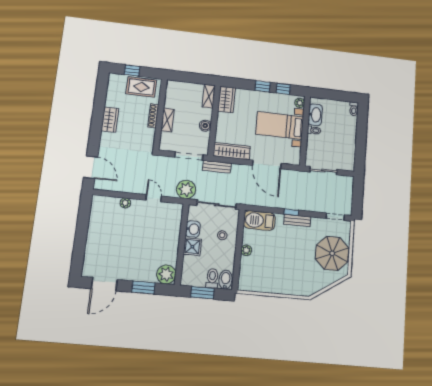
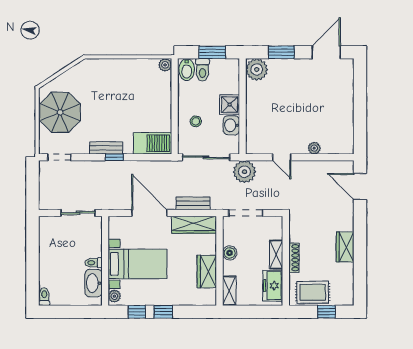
freezer: (173, 96) -> (273, 286), added
wardrobe: (227, 100) -> (207, 272), moved
bench: (217, 167) -> (193, 203), moved
plant: (246, 250) -> (165, 65), moved

